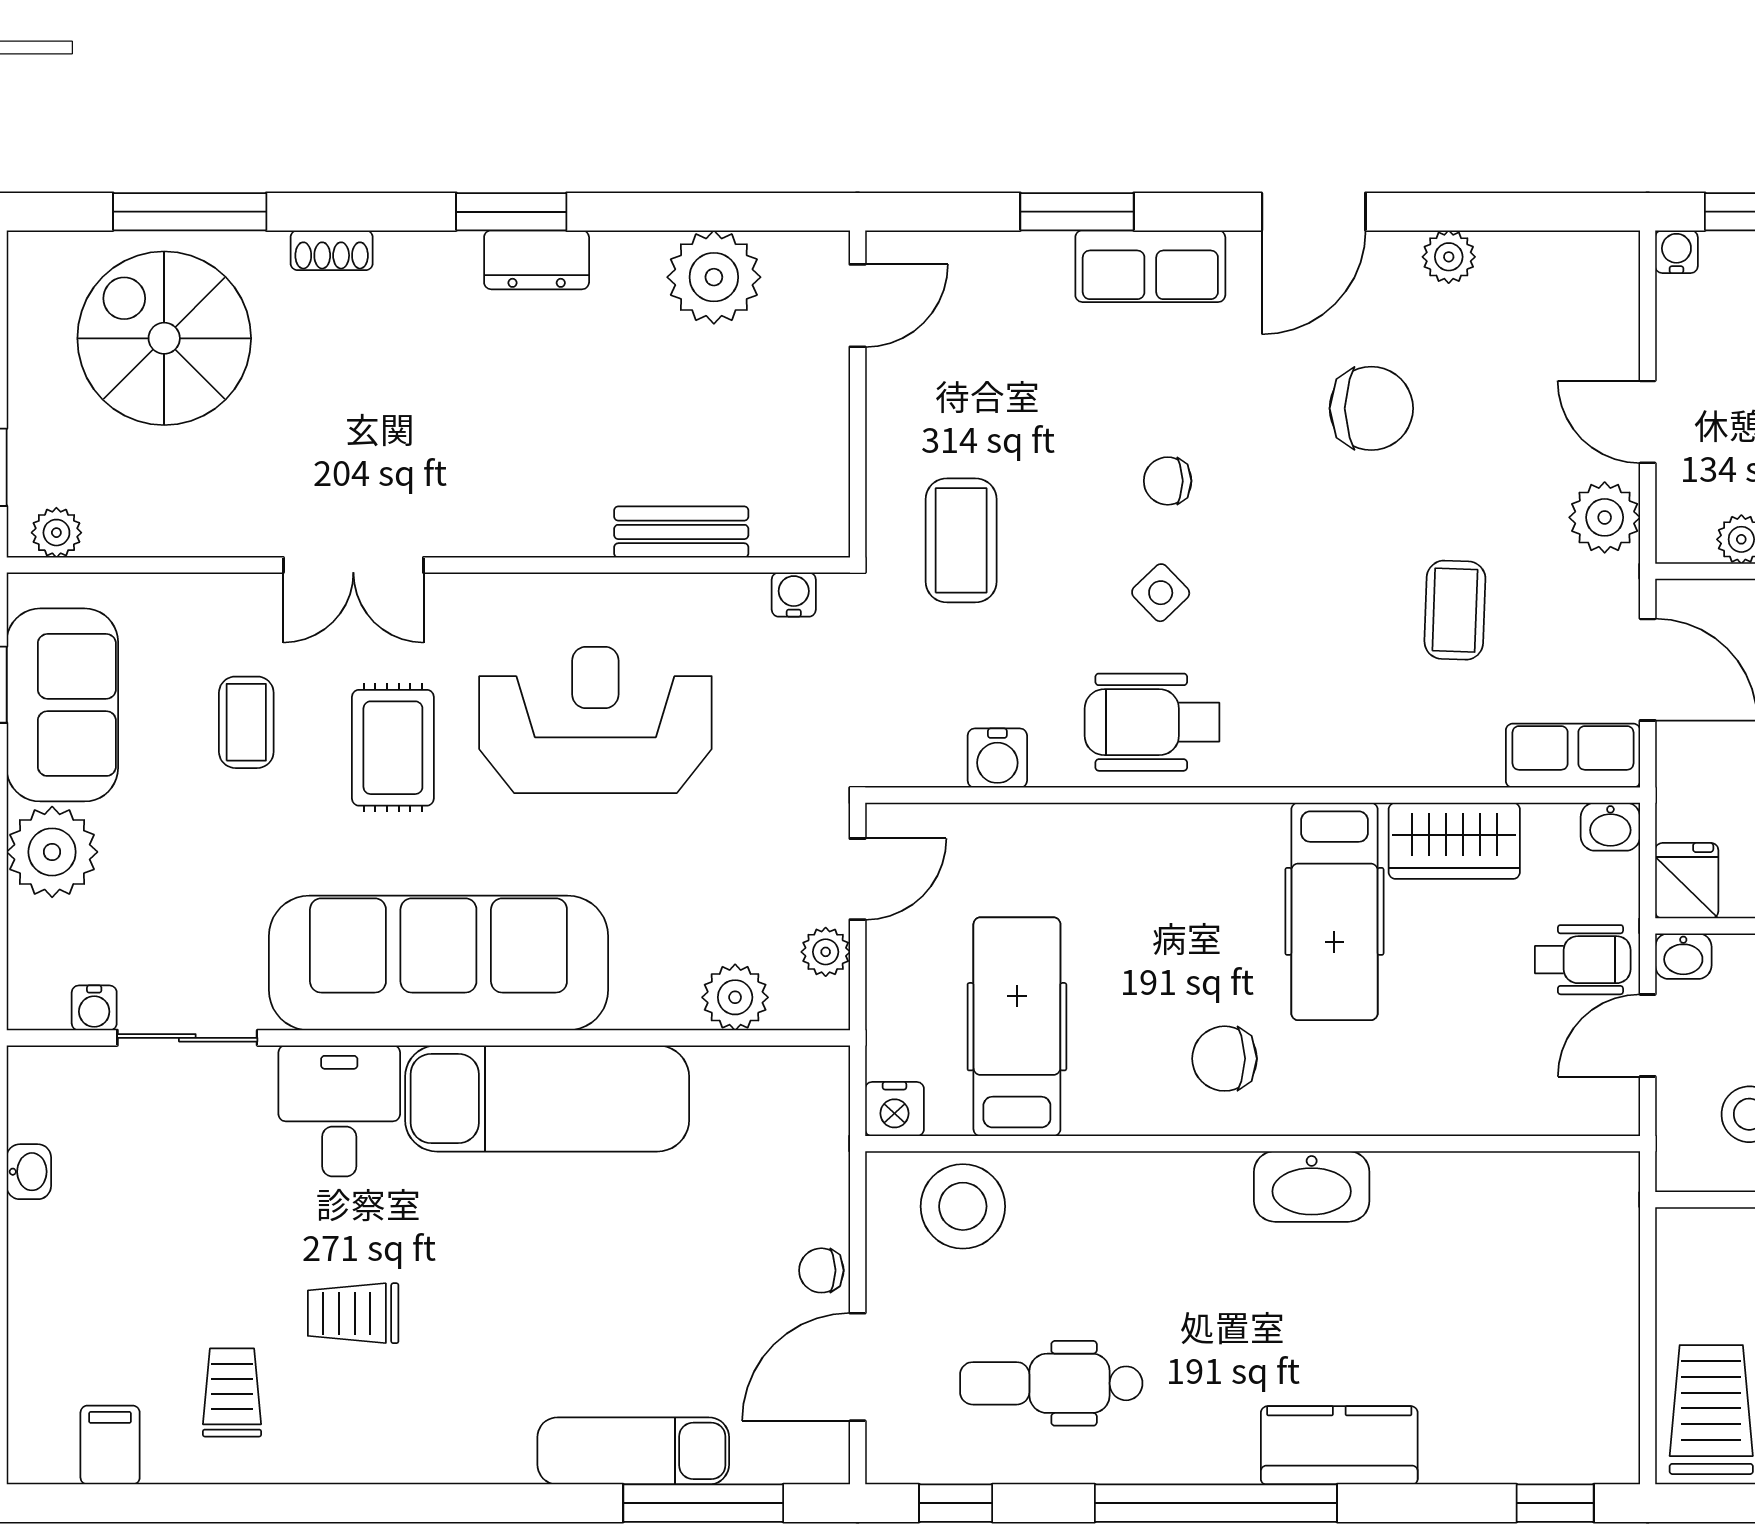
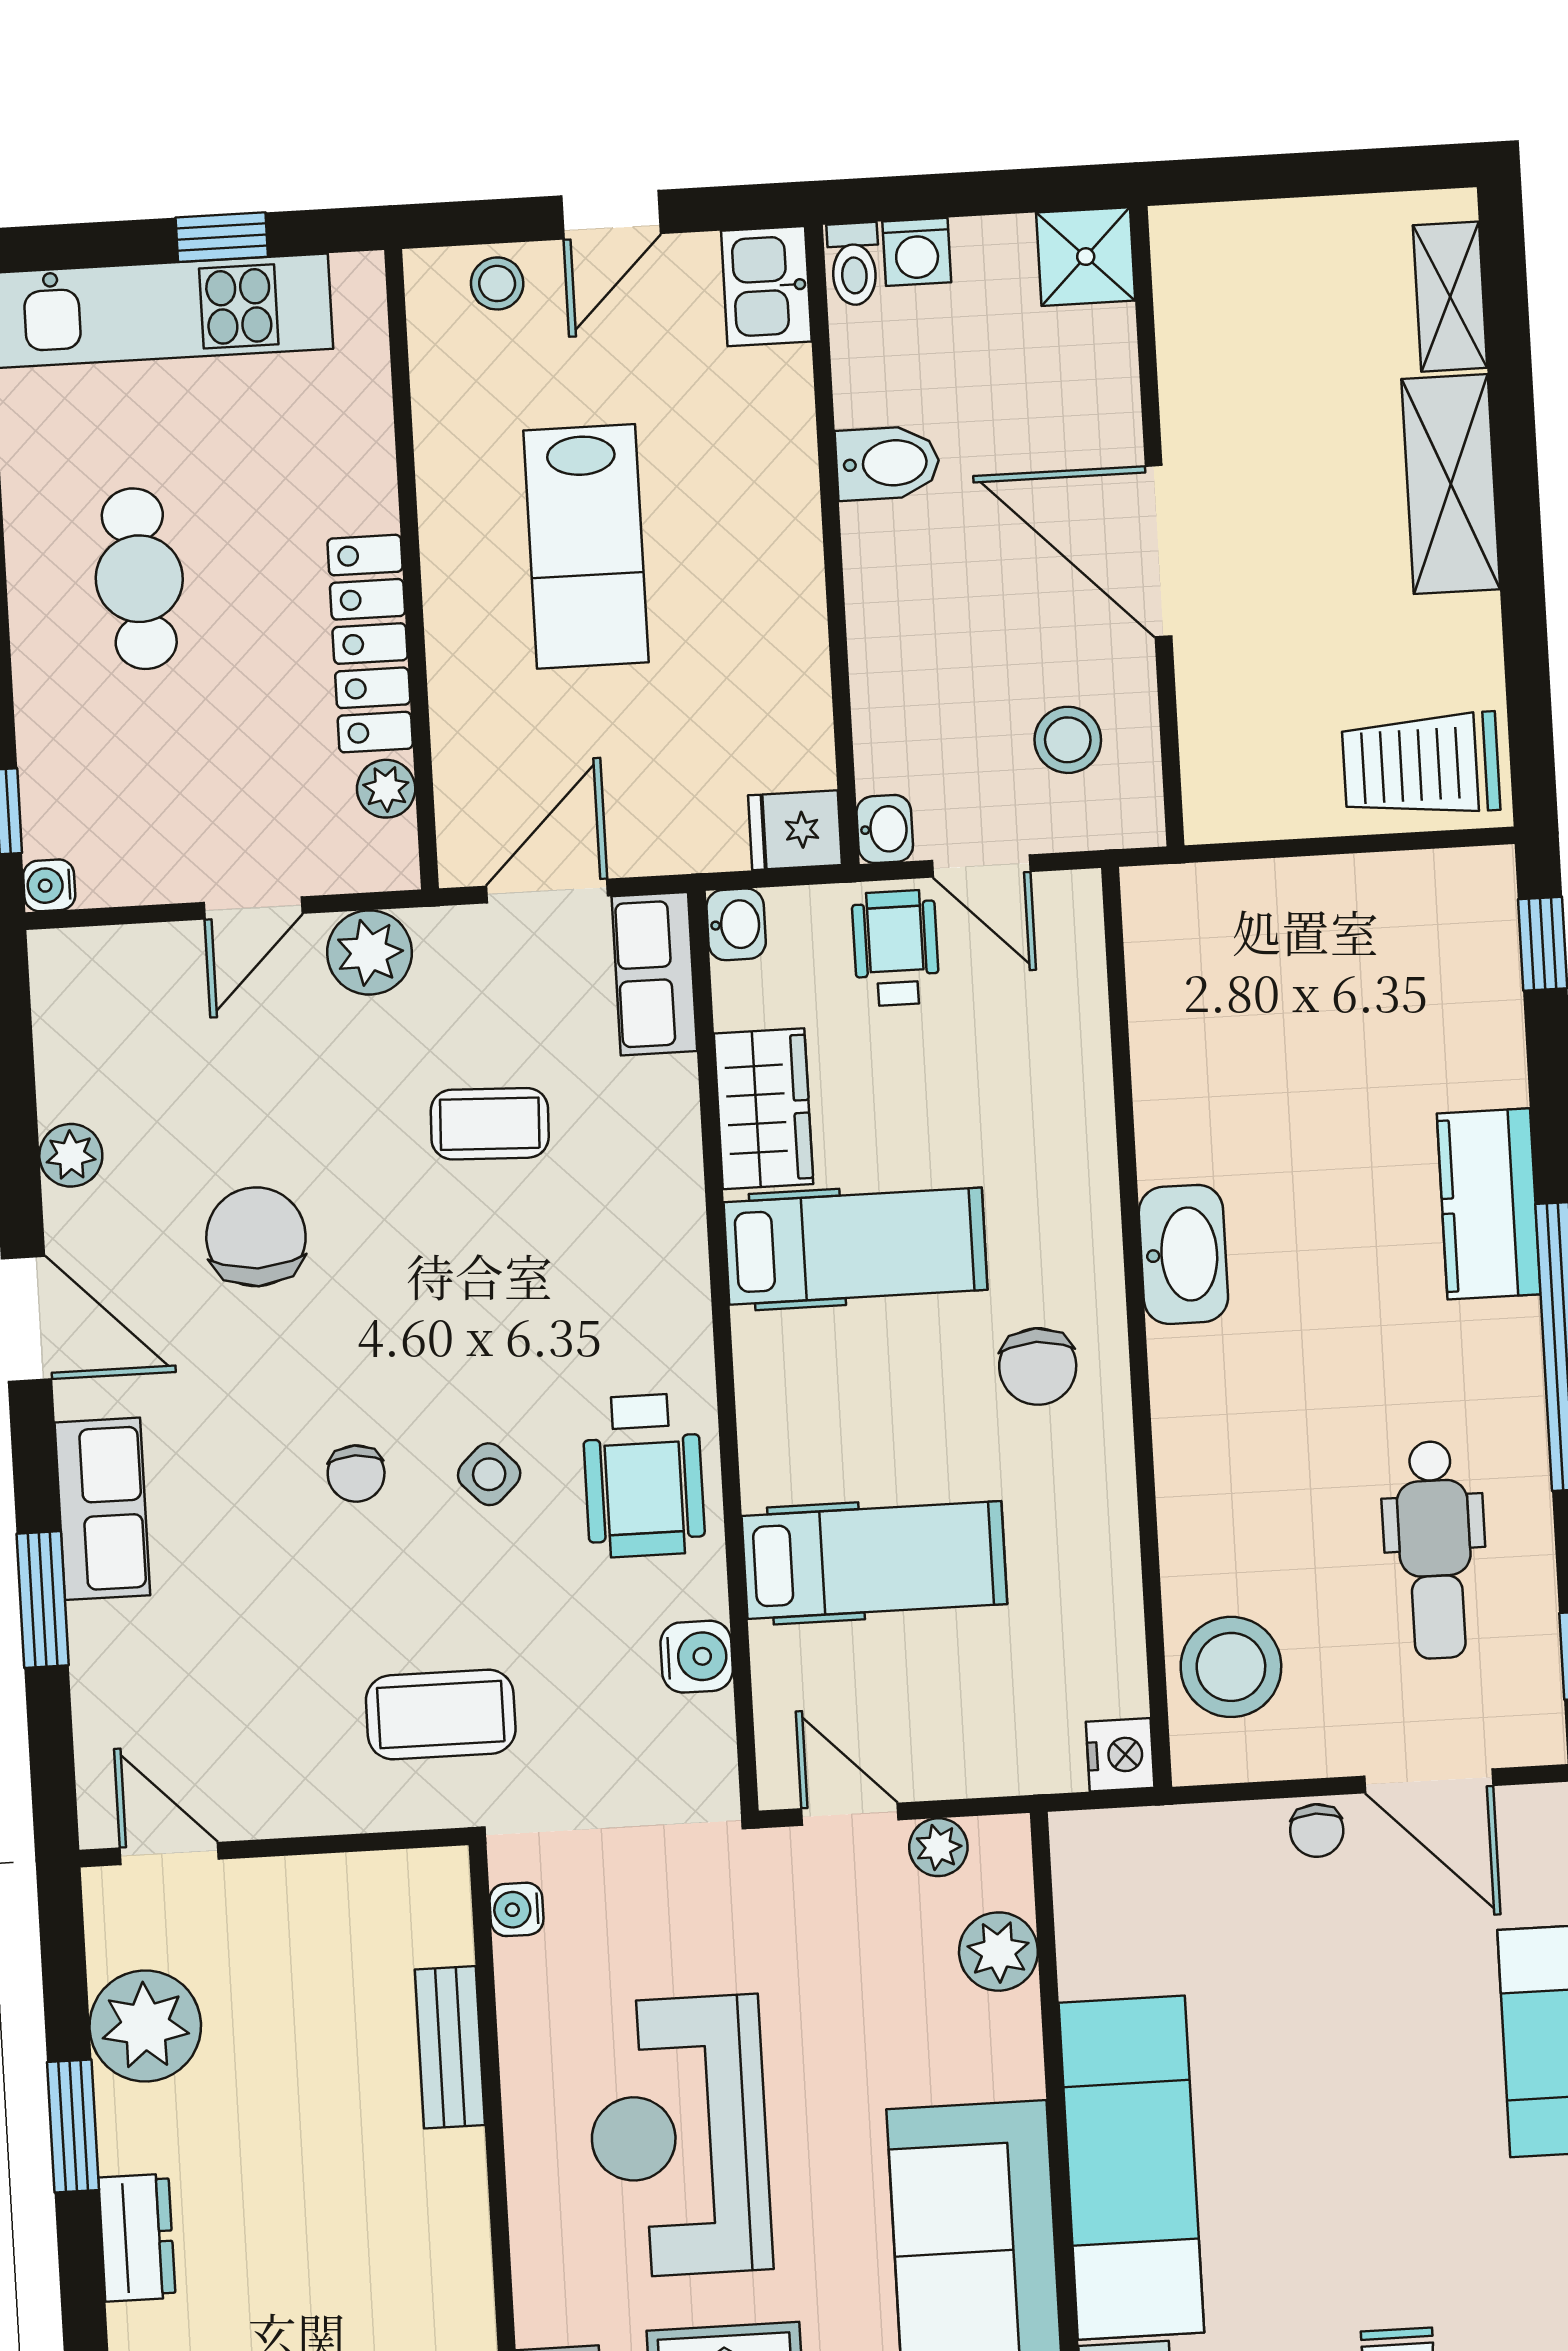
window: (511, 212) -> (73, 2126), moved
hospital bed: (1017, 1027) -> (874, 1560), moved, turned 180

